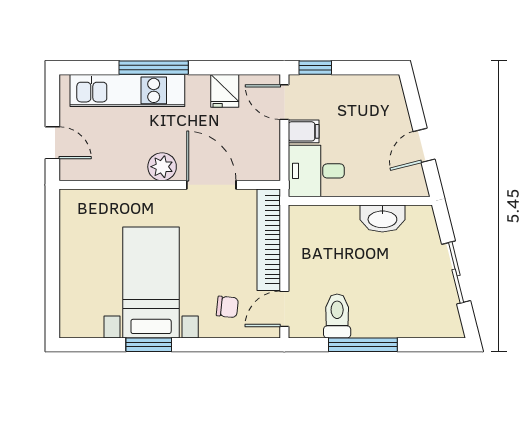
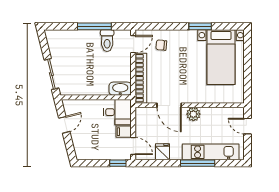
washbasin: (382, 219) -> (120, 89), moved
sliding door: (456, 273) -> (51, 74), moved
bed with nightstands: (151, 282) -> (221, 57), moved

